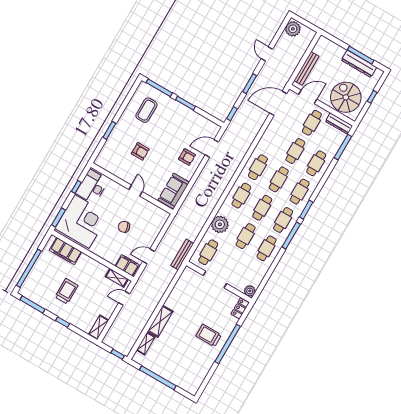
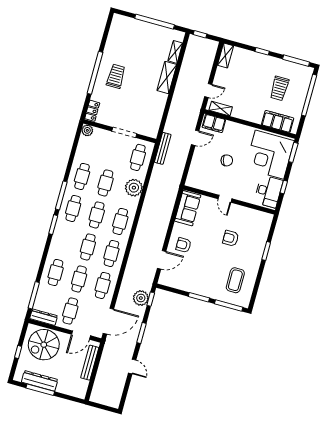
plant: (293, 29) -> (141, 298), moved
spiral stairs: (346, 97) -> (44, 345), turned 90
cafe table: (300, 192) -> (103, 285), moved
trolley: (66, 291) -> (279, 88), moved
trolley: (209, 335) -> (116, 76), turned -90

